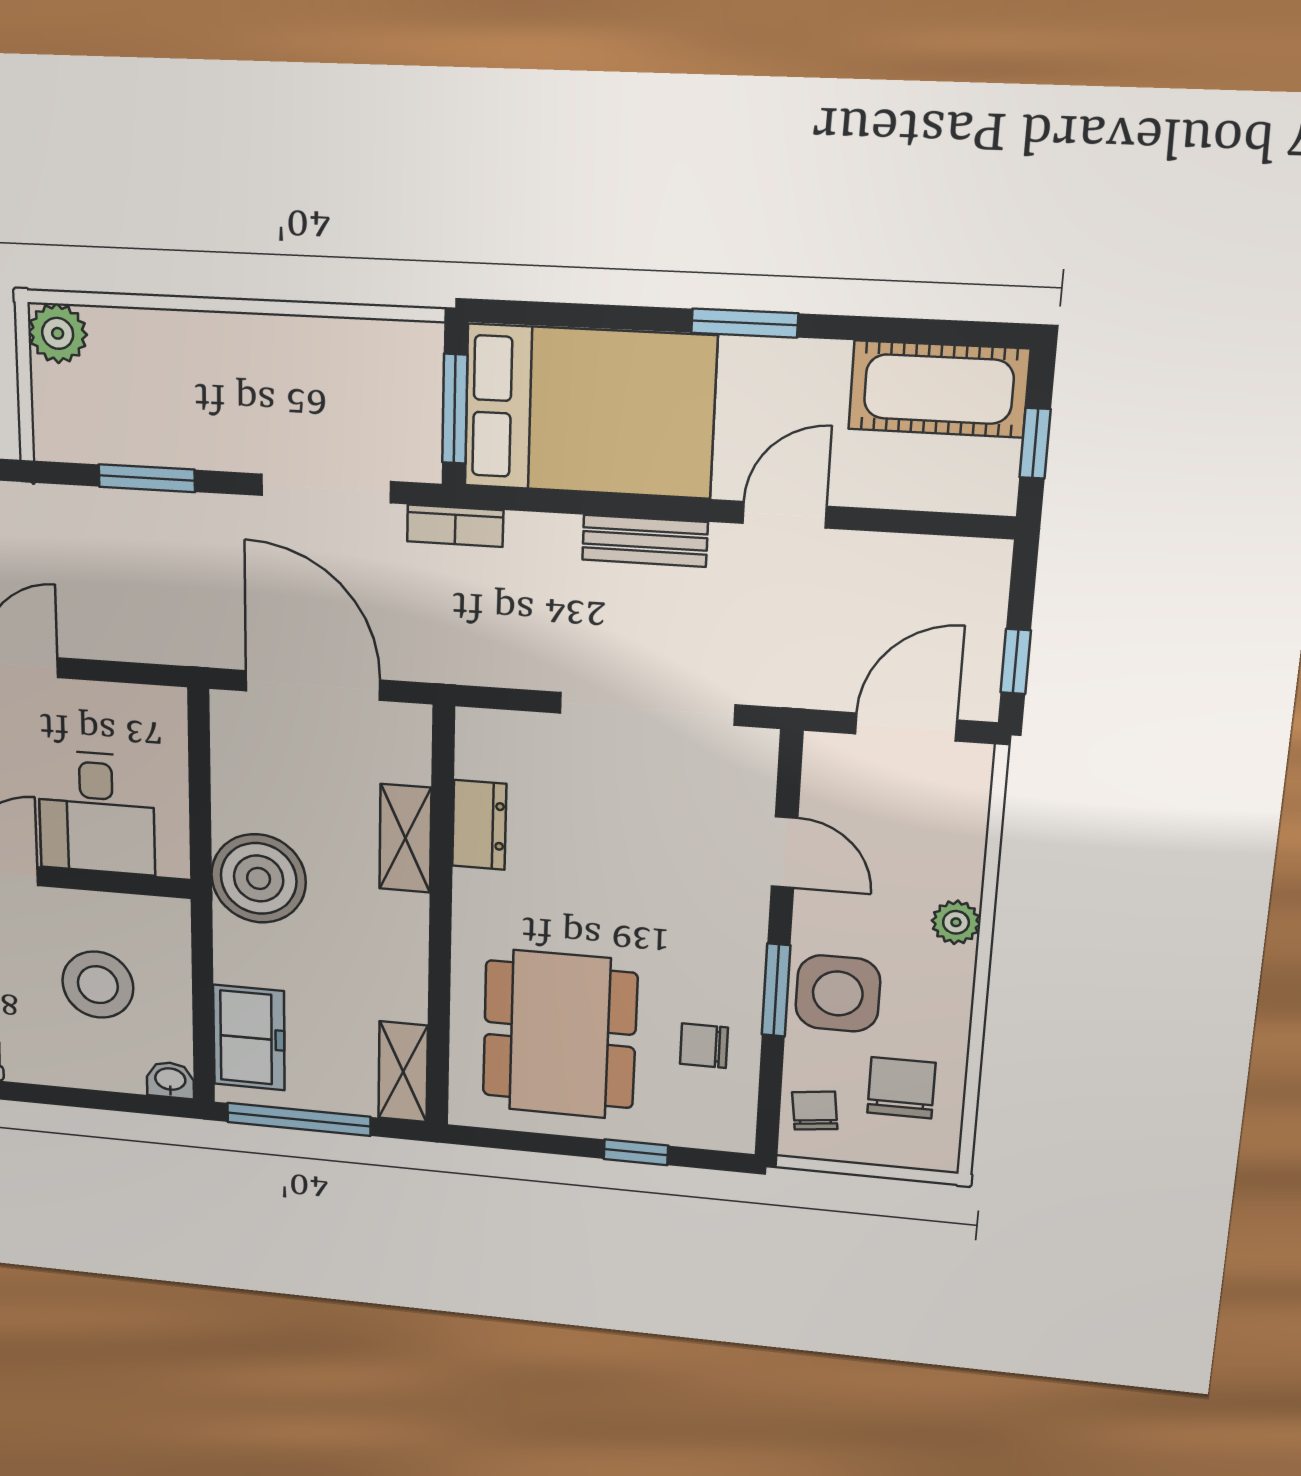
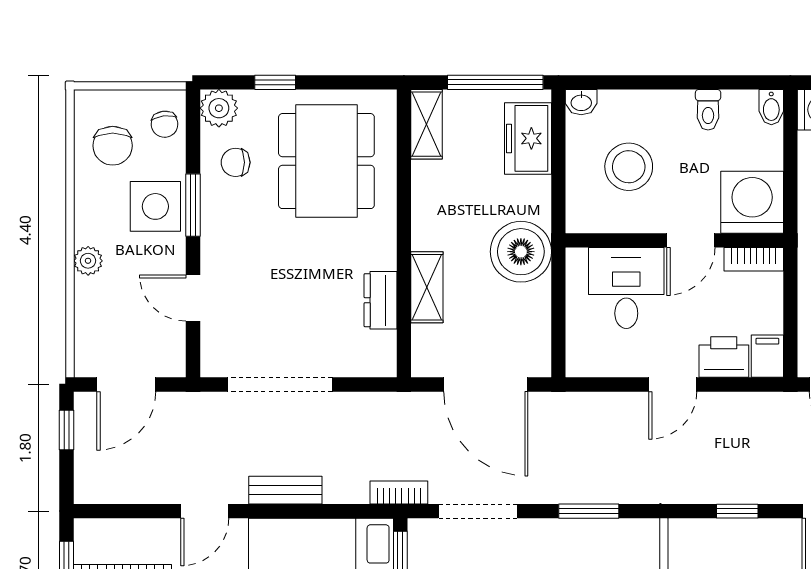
chair: (704, 1046) -> (236, 162), turned 180
plant: (726, 1125) -> (219, 108), added

